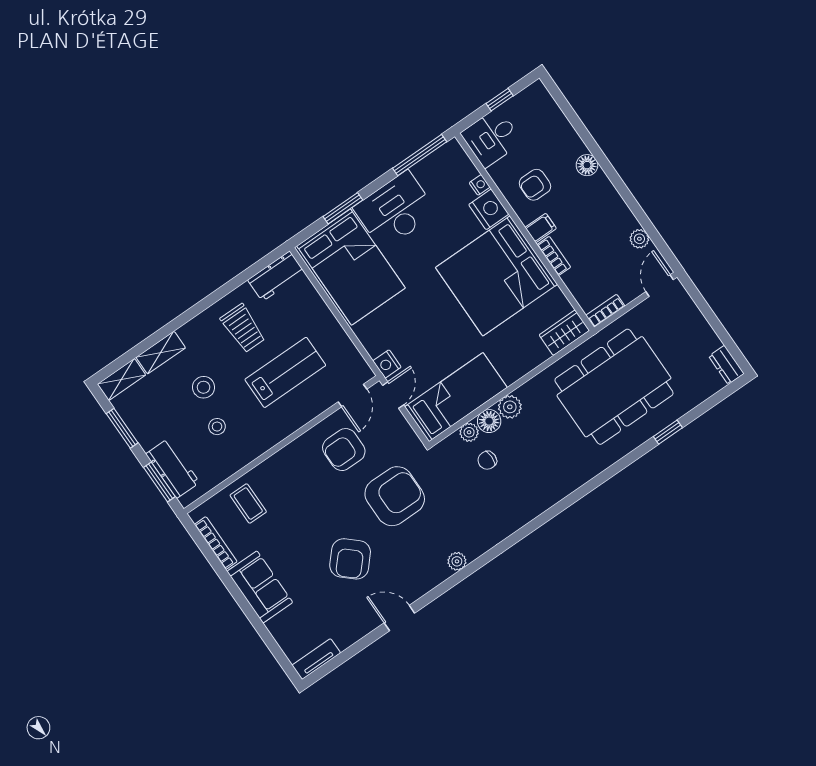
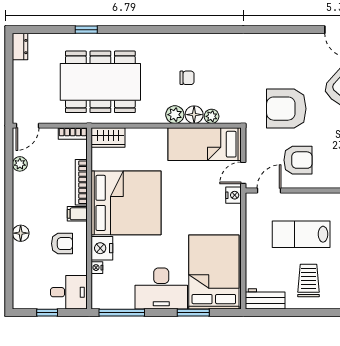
bookcase: (554, 256) -> (81, 182), width x1.56
chair: (487, 460) -> (187, 78), moved
plant: (457, 561) -> (276, 40), removed

